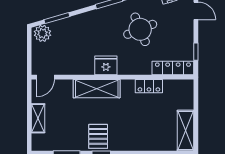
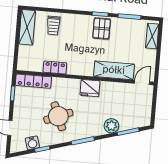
plant: (42, 33) -> (111, 126), moved
shelving: (97, 89) -> (114, 70), moved
shelving: (38, 118) -> (152, 36), moved
trolley: (155, 135) -> (53, 25), added

